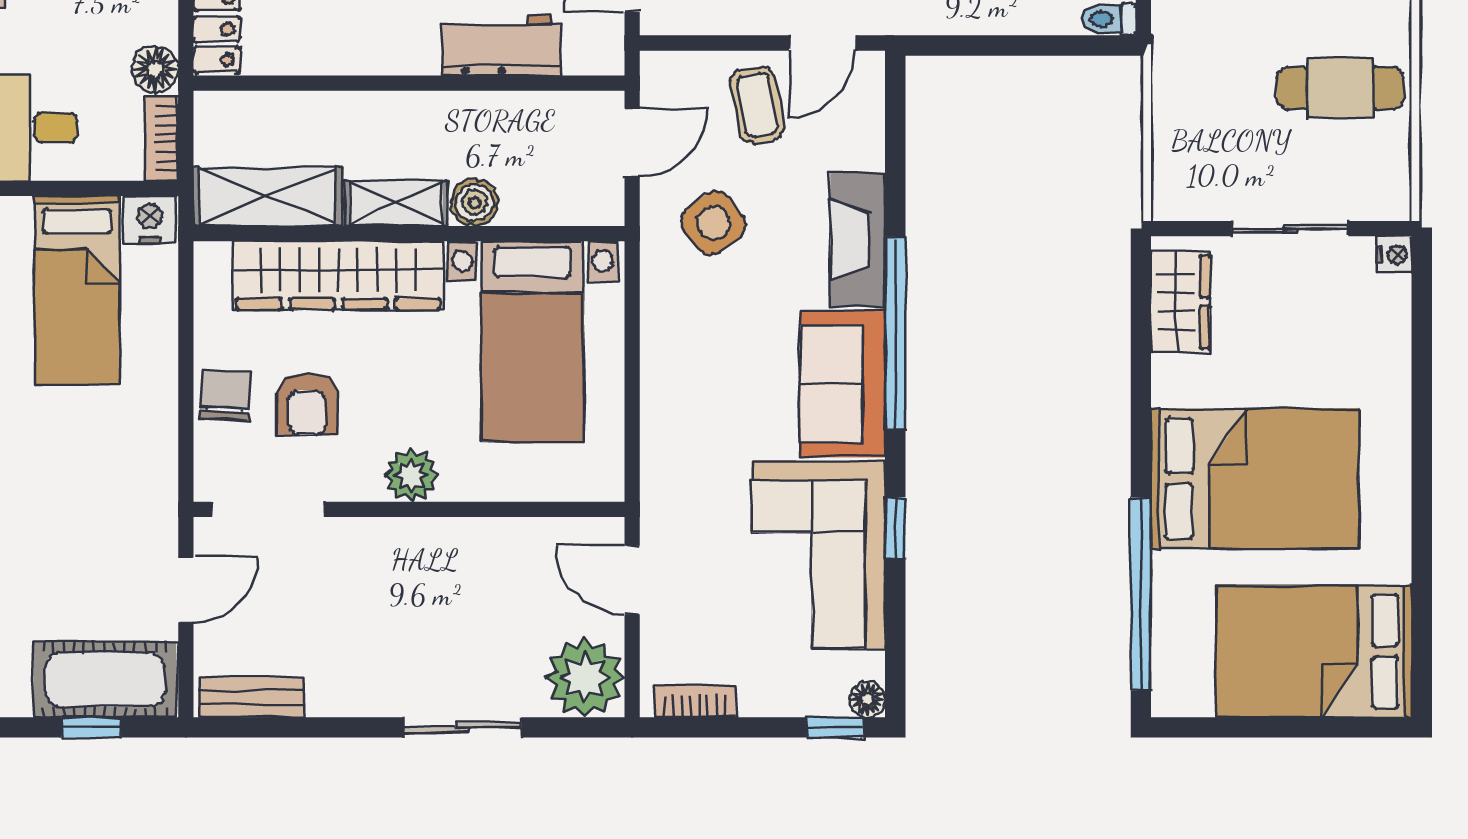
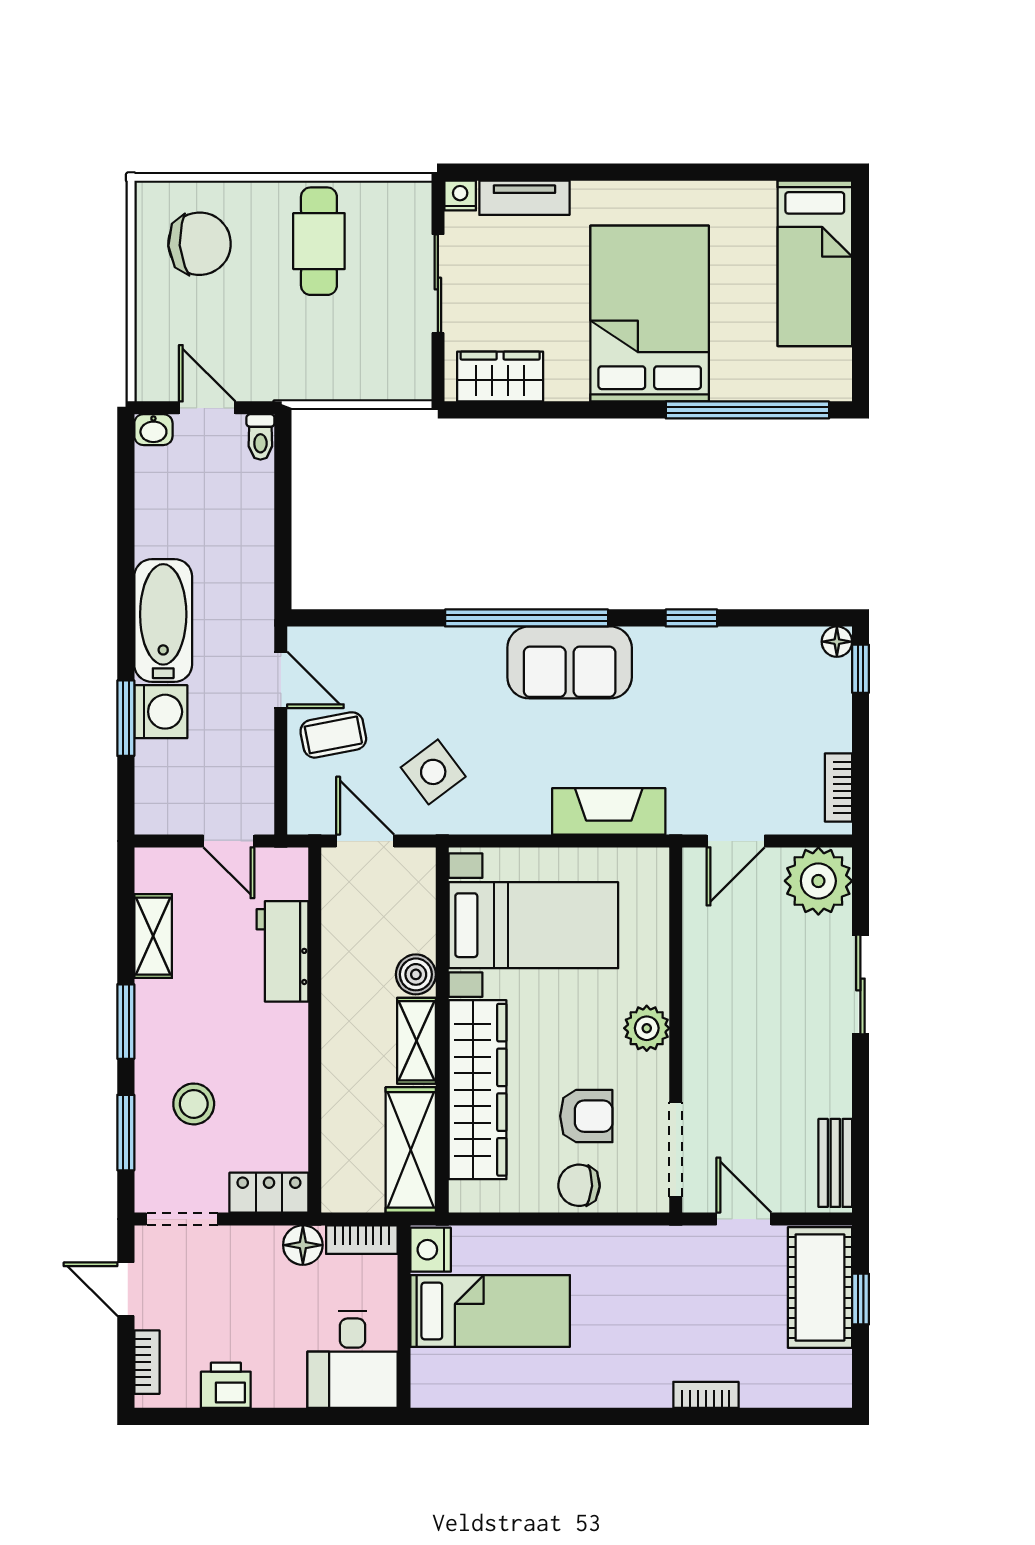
fireplace: (858, 240) -> (609, 811), moved, turned 180
tv unit: (1391, 331) -> (524, 198), added
corner sofa: (819, 555) -> (714, 683), removed
bed: (1314, 651) -> (815, 263), width x0.67

